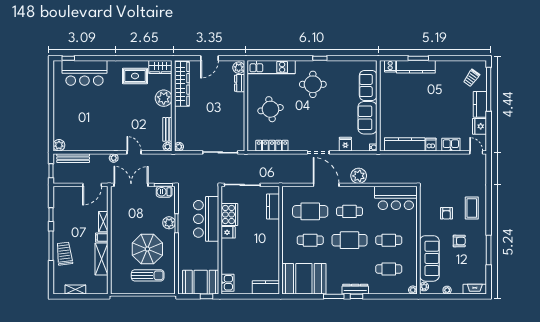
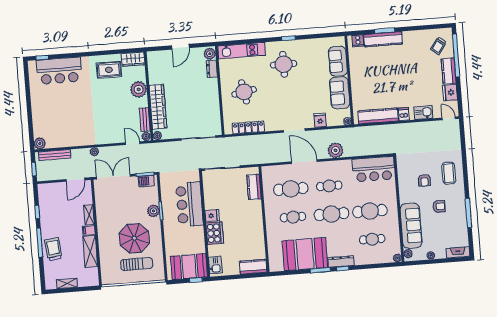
wardrobe: (182, 84) -> (158, 107), moved
door: (134, 152) -> (133, 143), moved
cooker: (229, 214) -> (215, 233), moved
cafe table: (389, 240) -> (370, 211), width x1.37, depth x1.35
booth: (304, 279) -> (305, 254), moved

